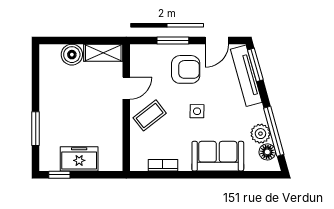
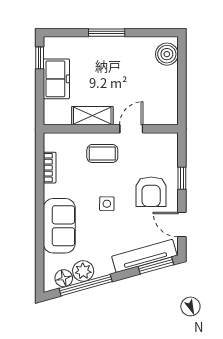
window: (173, 40) -> (182, 178), width x0.67
shelving: (103, 53) -> (92, 116), moved, turned 90
boiler: (72, 55) -> (167, 54), moved
door: (126, 88) -> (131, 129), swing flipped
coffee table: (150, 115) -> (102, 154), turned -52
window: (36, 129) -> (107, 33), moved

